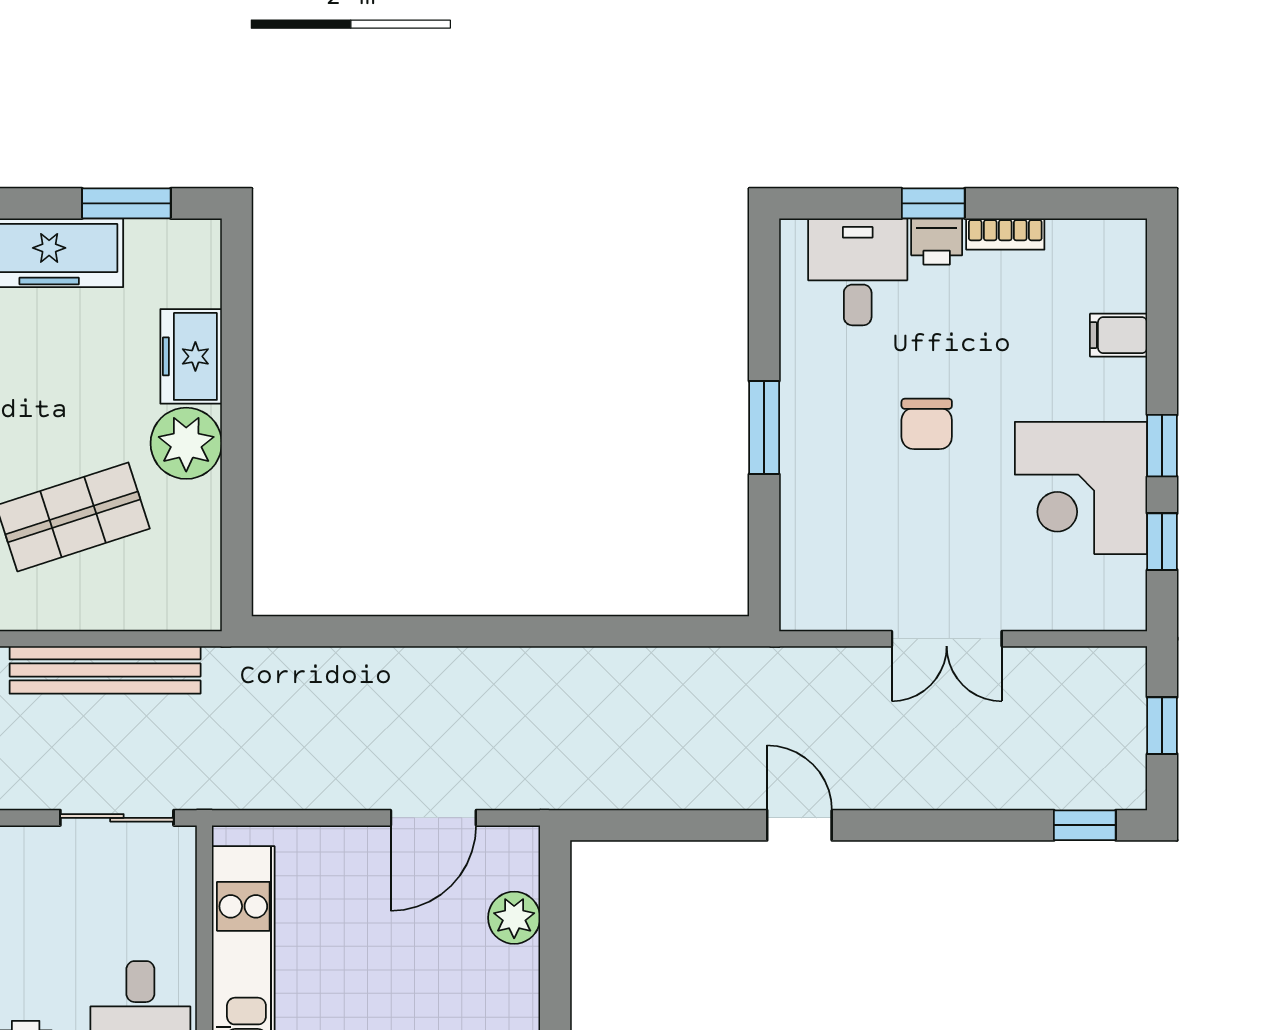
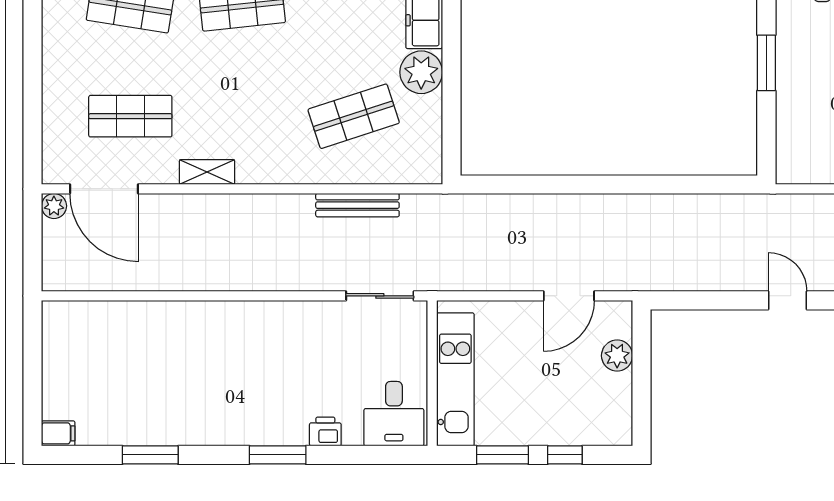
bench: (105, 670) -> (357, 205), width x0.73, depth x0.82

